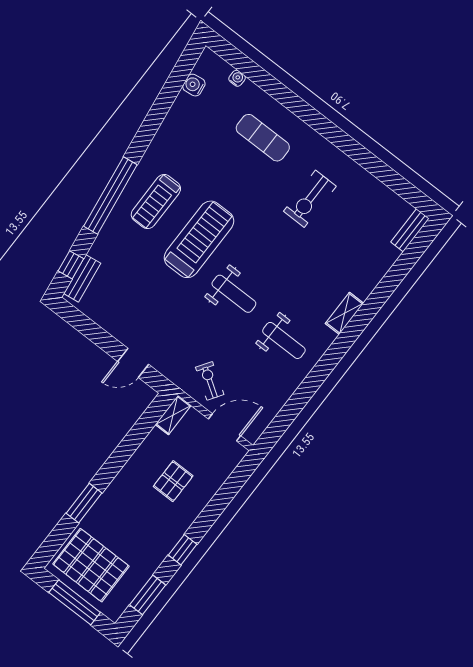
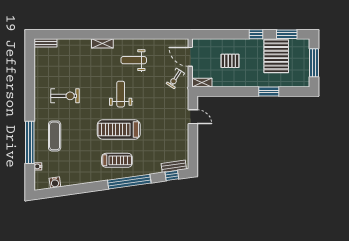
window: (282, 94) -> (30, 142), added
weight bench: (234, 294) -> (121, 94), moved
weight bench: (284, 340) -> (134, 60), turned -90
pallet: (91, 565) -> (276, 56), moved

